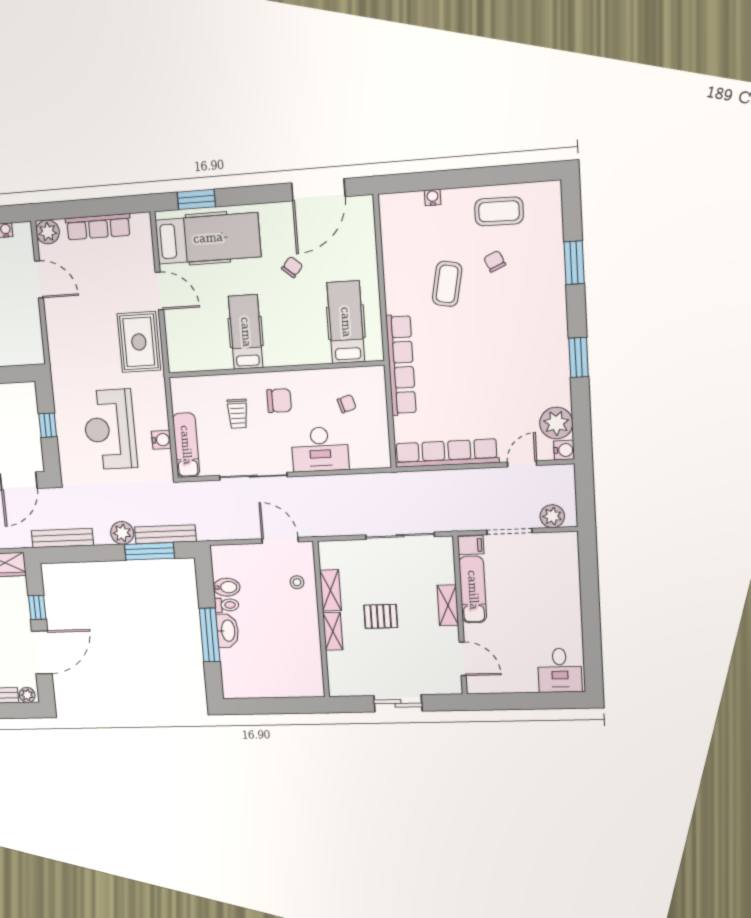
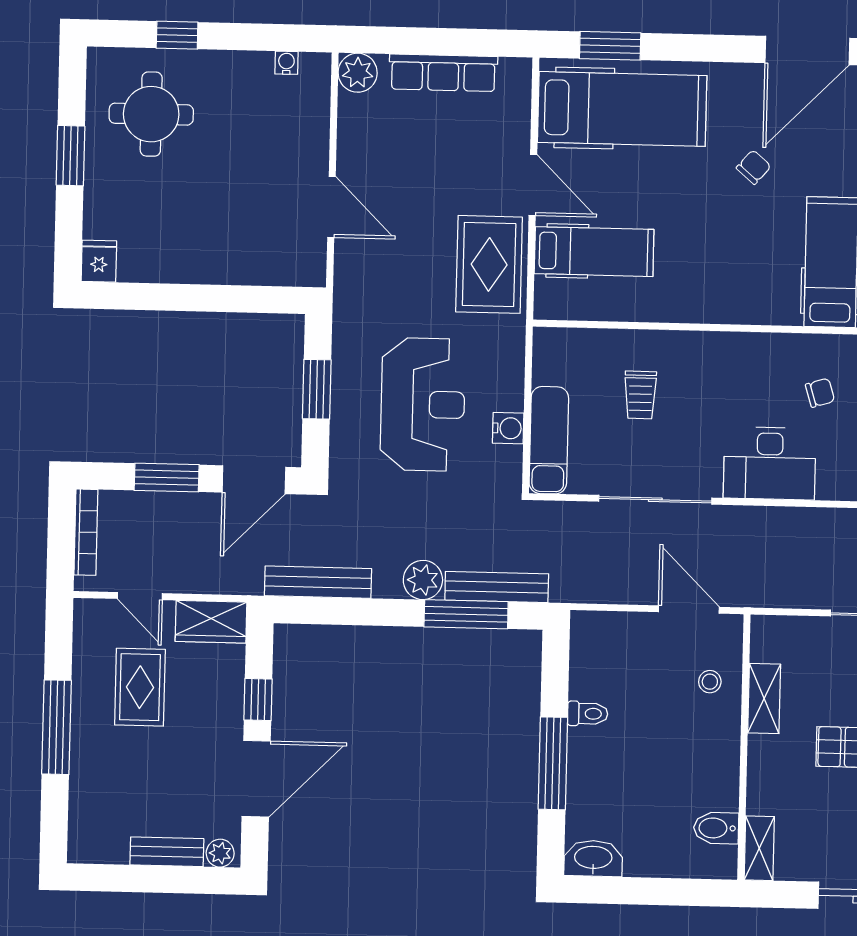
door: (39, 279) -> (331, 207), moved
hospital bed: (246, 332) -> (594, 252), moved, turned 90
chair: (279, 401) -> (711, 379), removed
window: (48, 425) -> (317, 389), width x1.50
reception desk: (110, 429) -> (423, 404), turned 180
bidet: (227, 587) -> (716, 828), moved, turned 180
washbasin: (228, 631) -> (593, 858), moved, turned -90
shelving: (333, 631) -> (759, 848), moved

